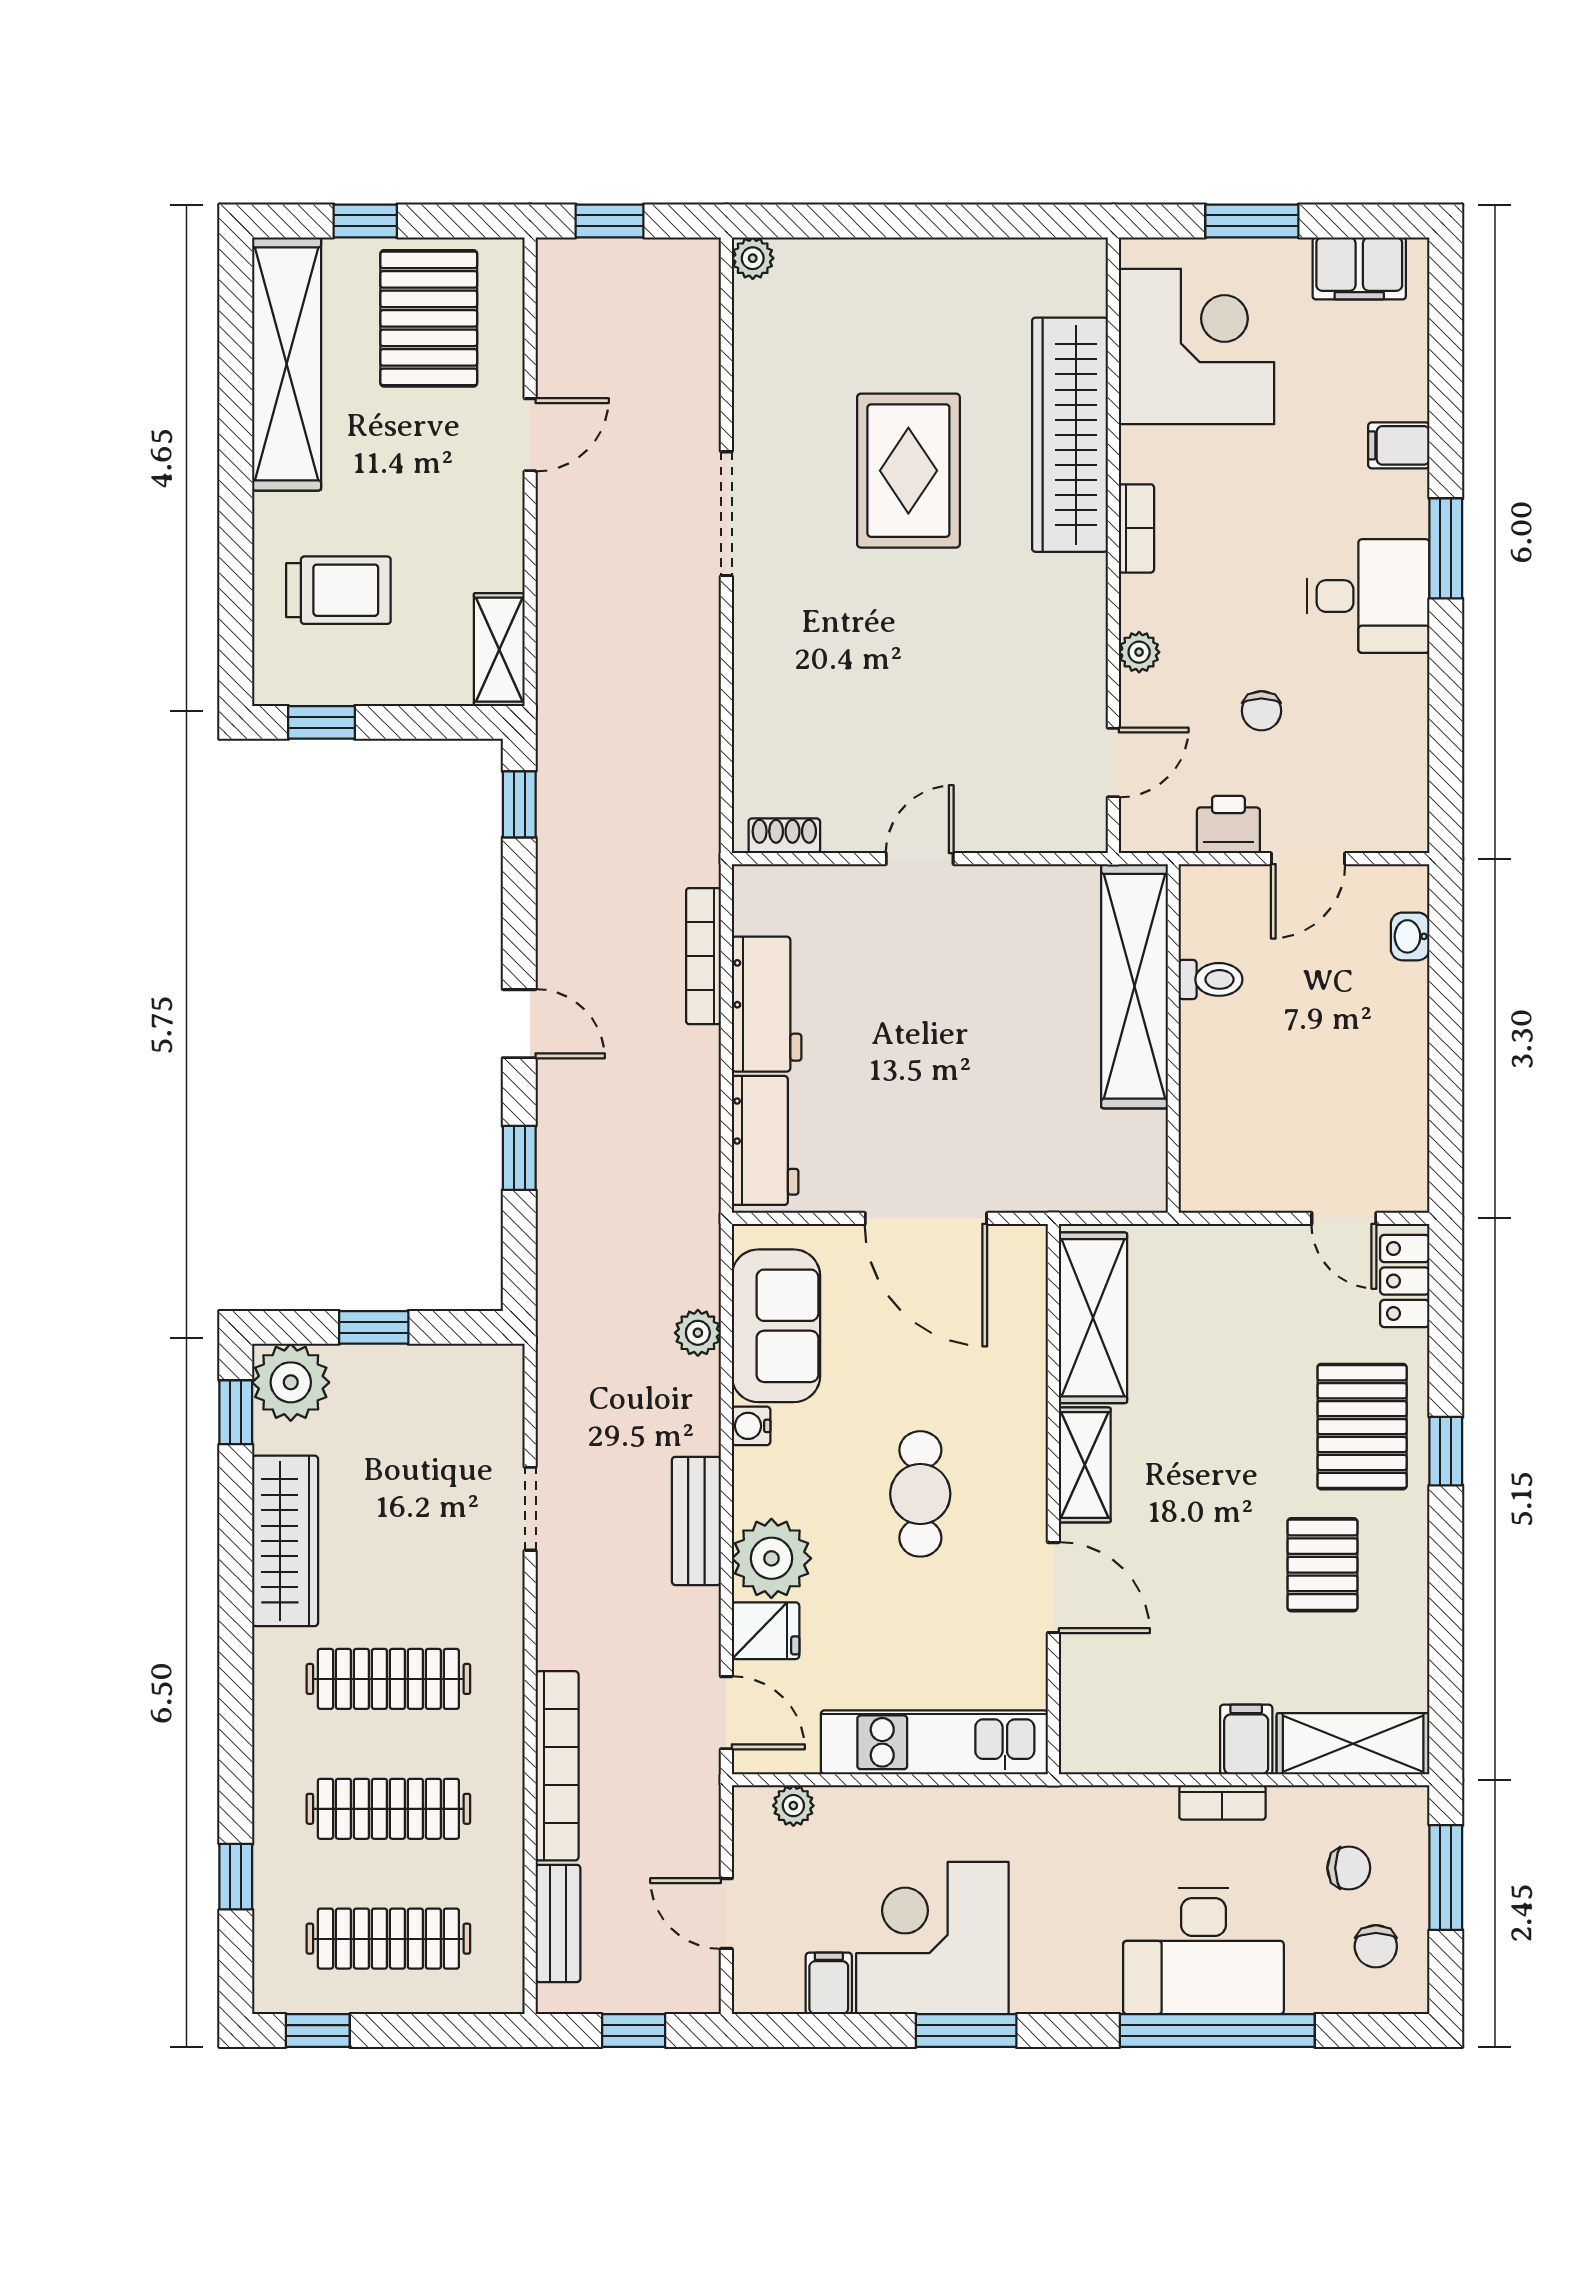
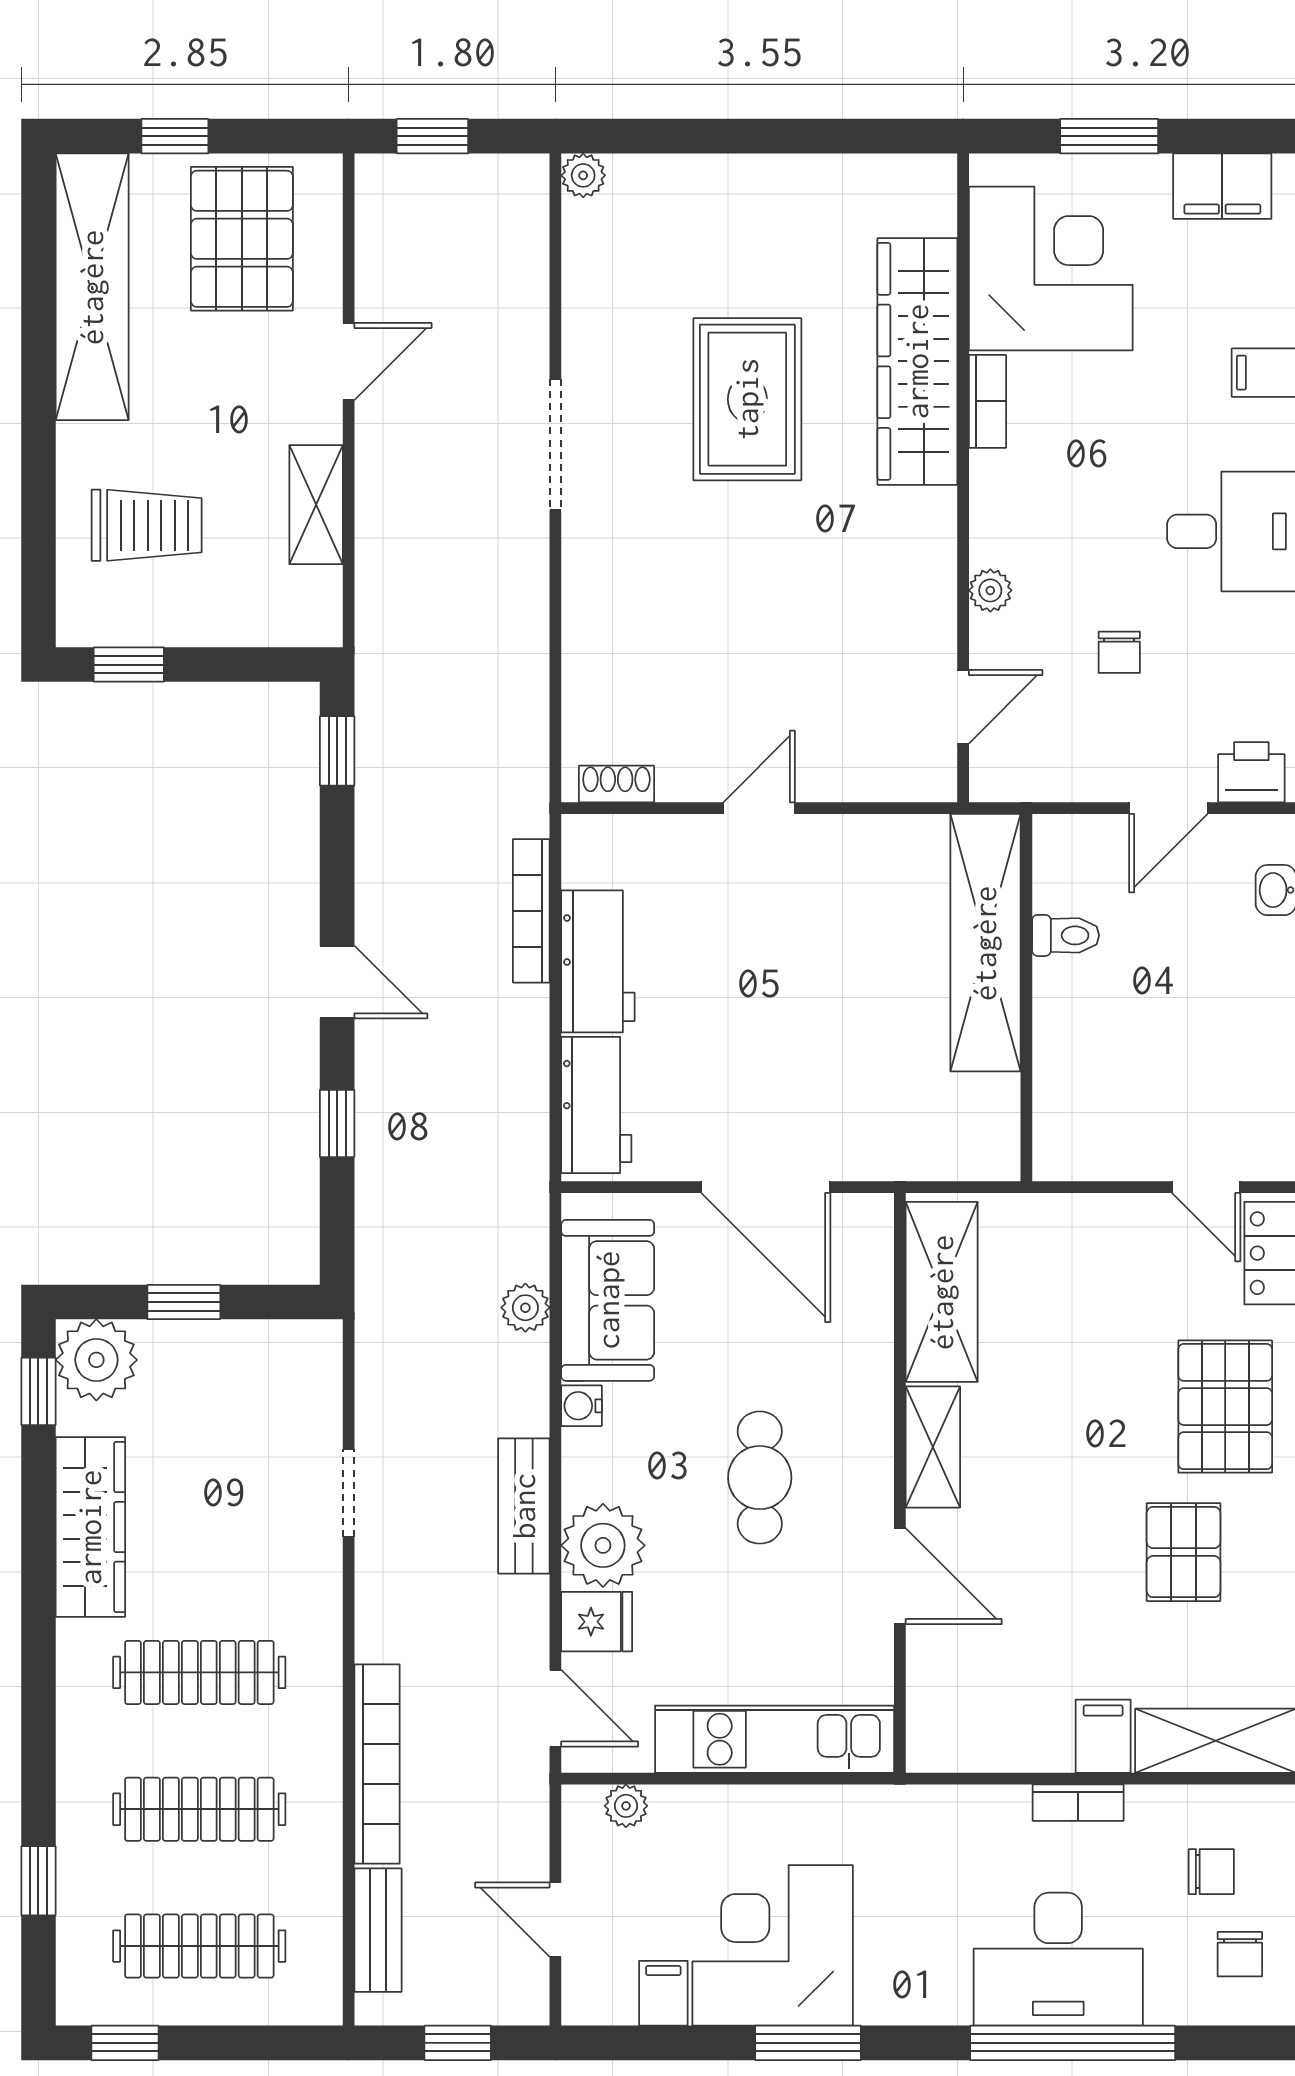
bookcase: (1136, 528) -> (987, 401), moved
shelving: (499, 650) -> (316, 505), moved
printer: (1228, 825) -> (1251, 772), moved

